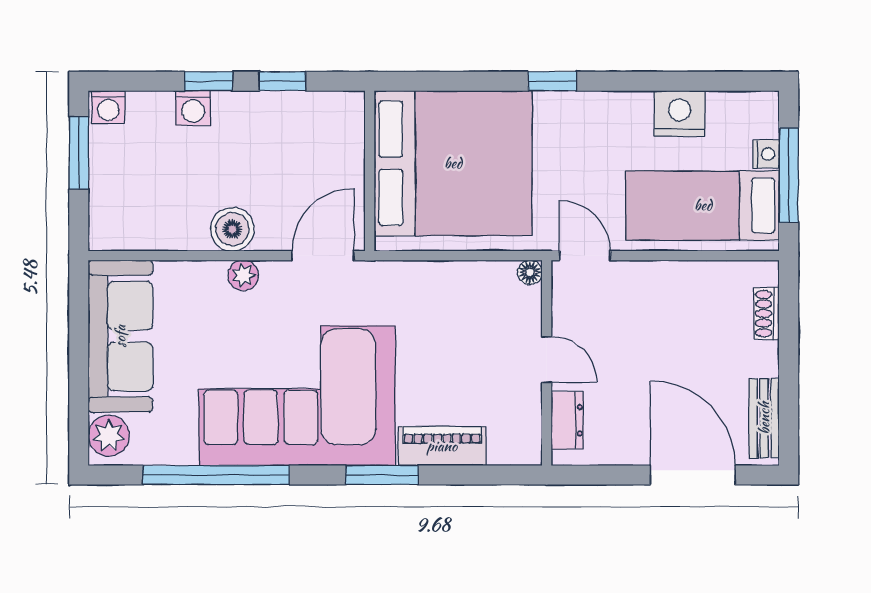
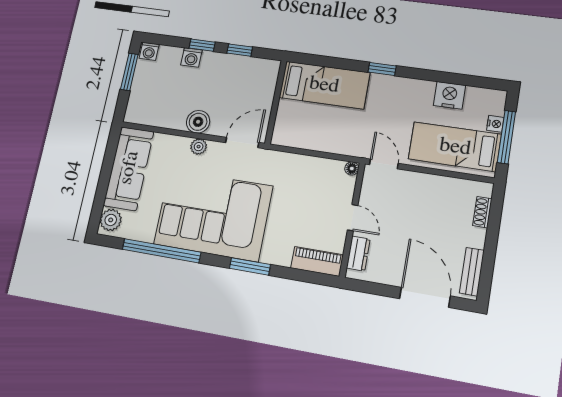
bed: (453, 163) -> (324, 85), width x0.49
piano: (442, 446) -> (317, 261), moved

